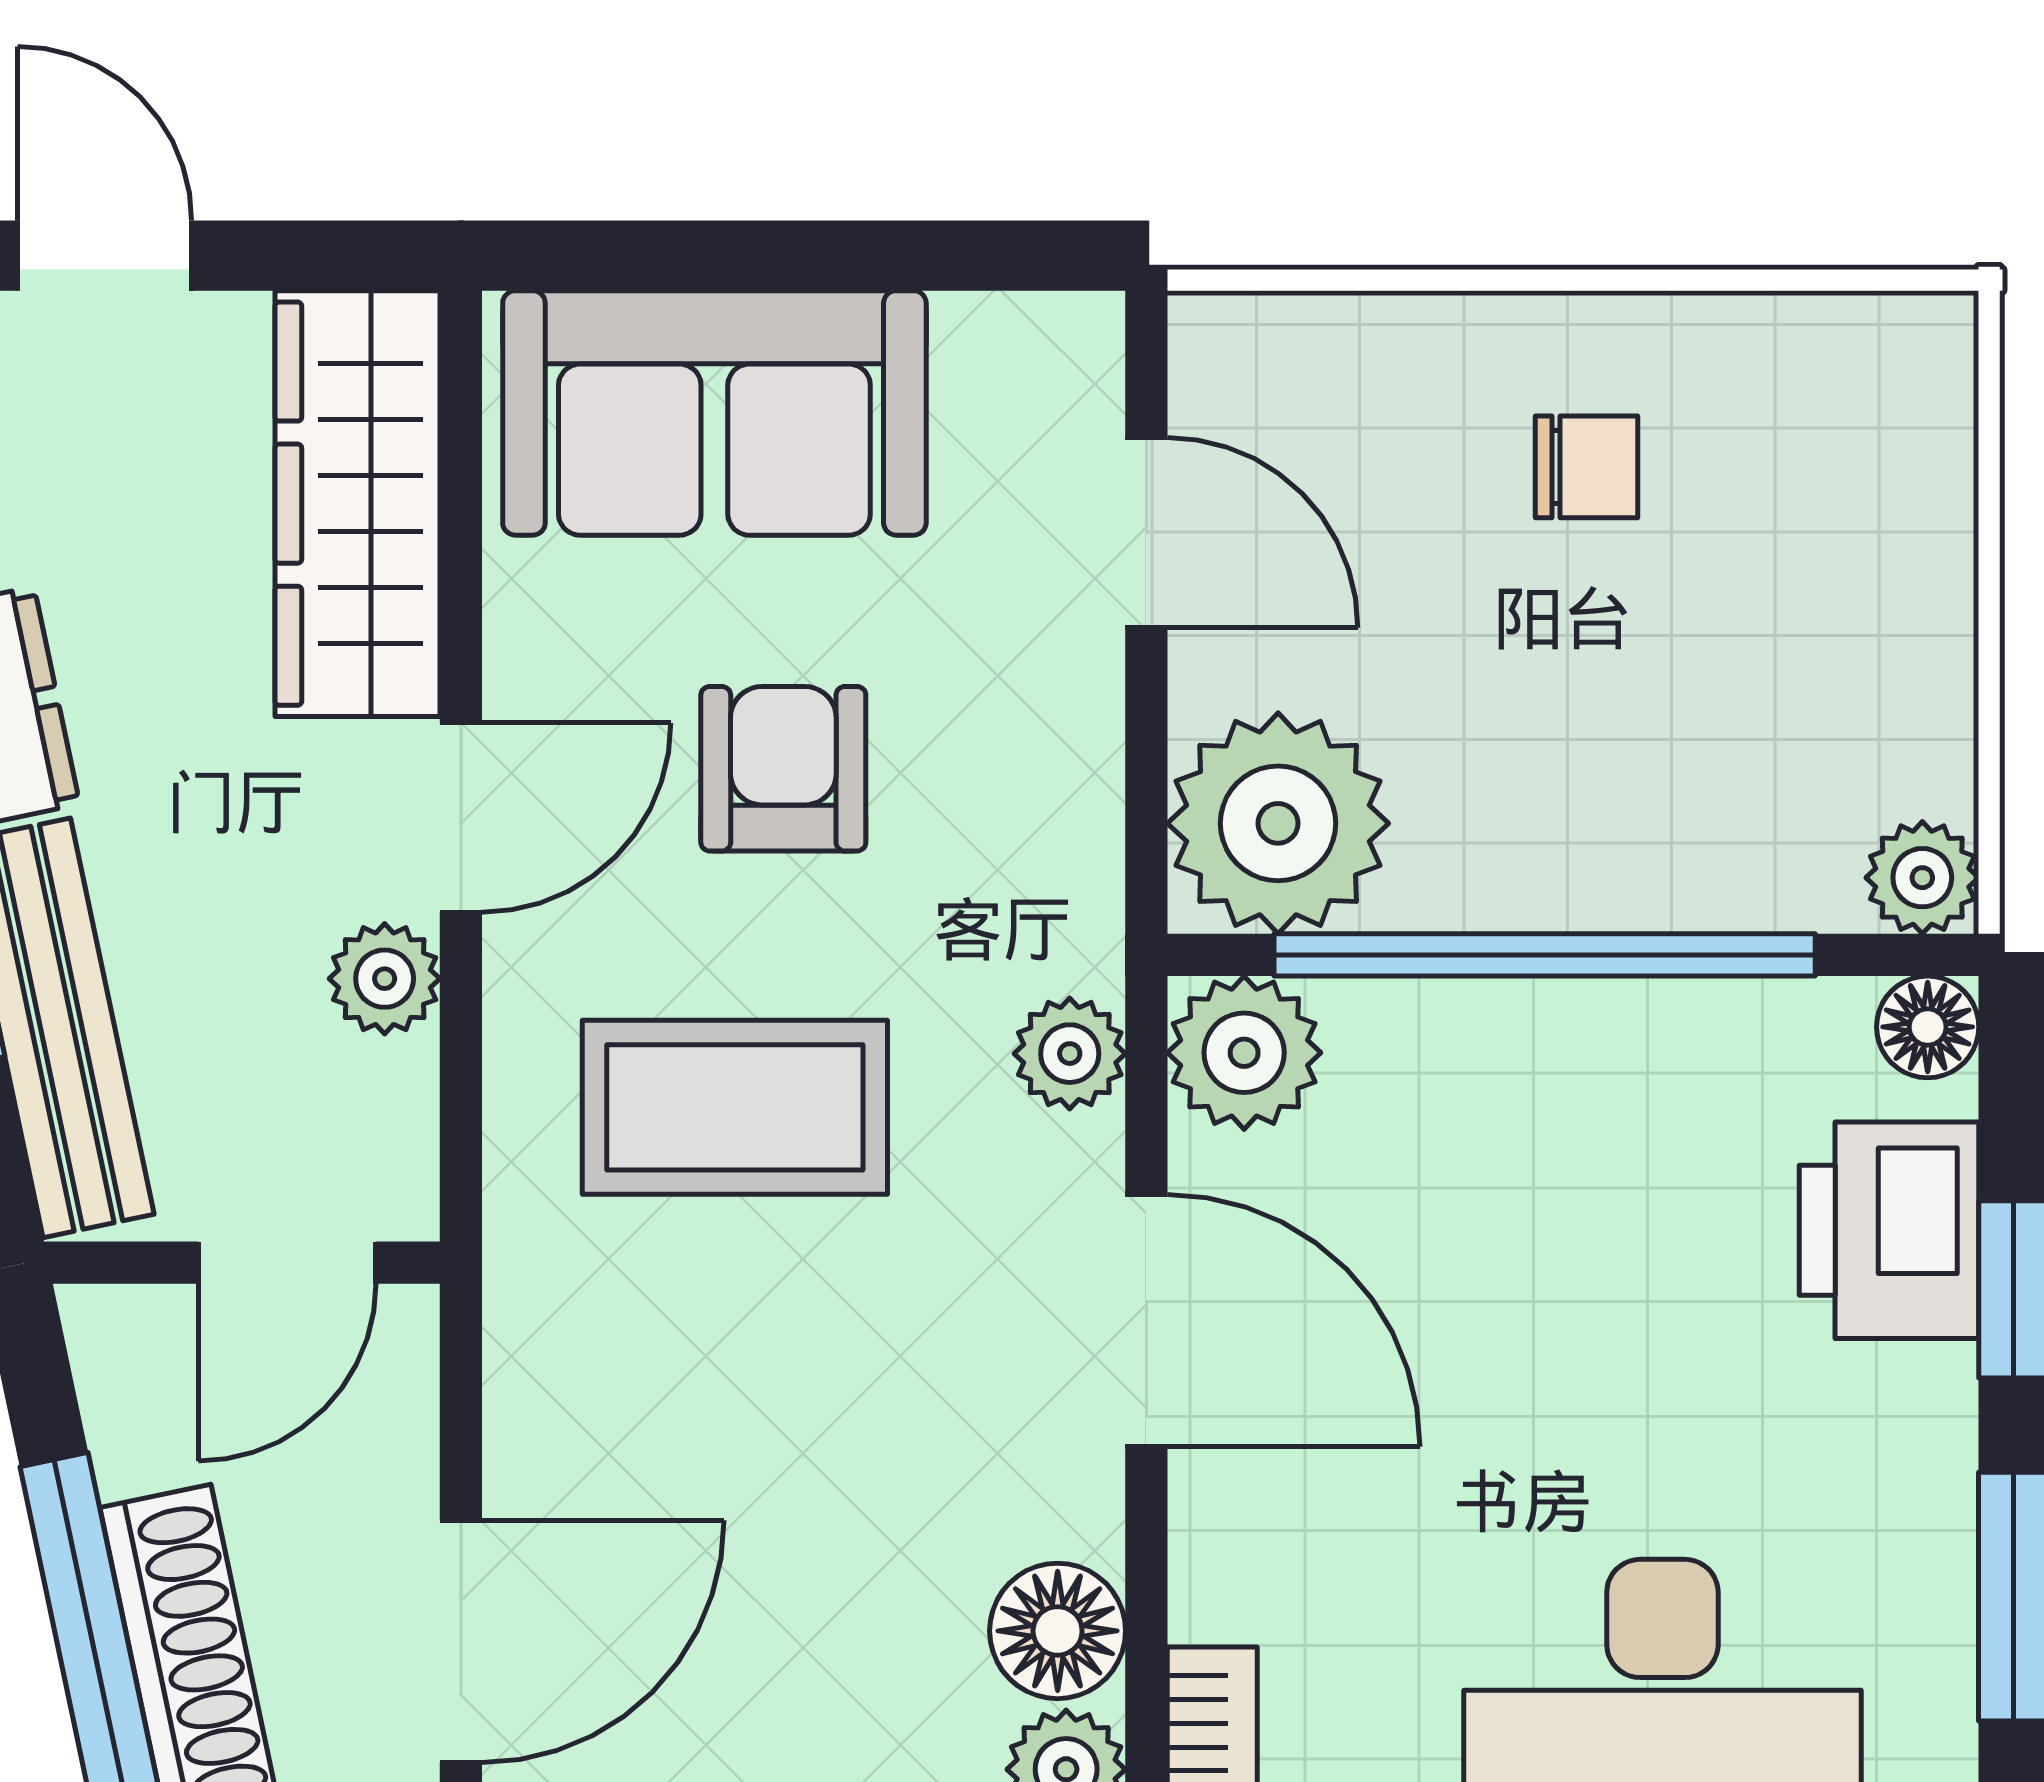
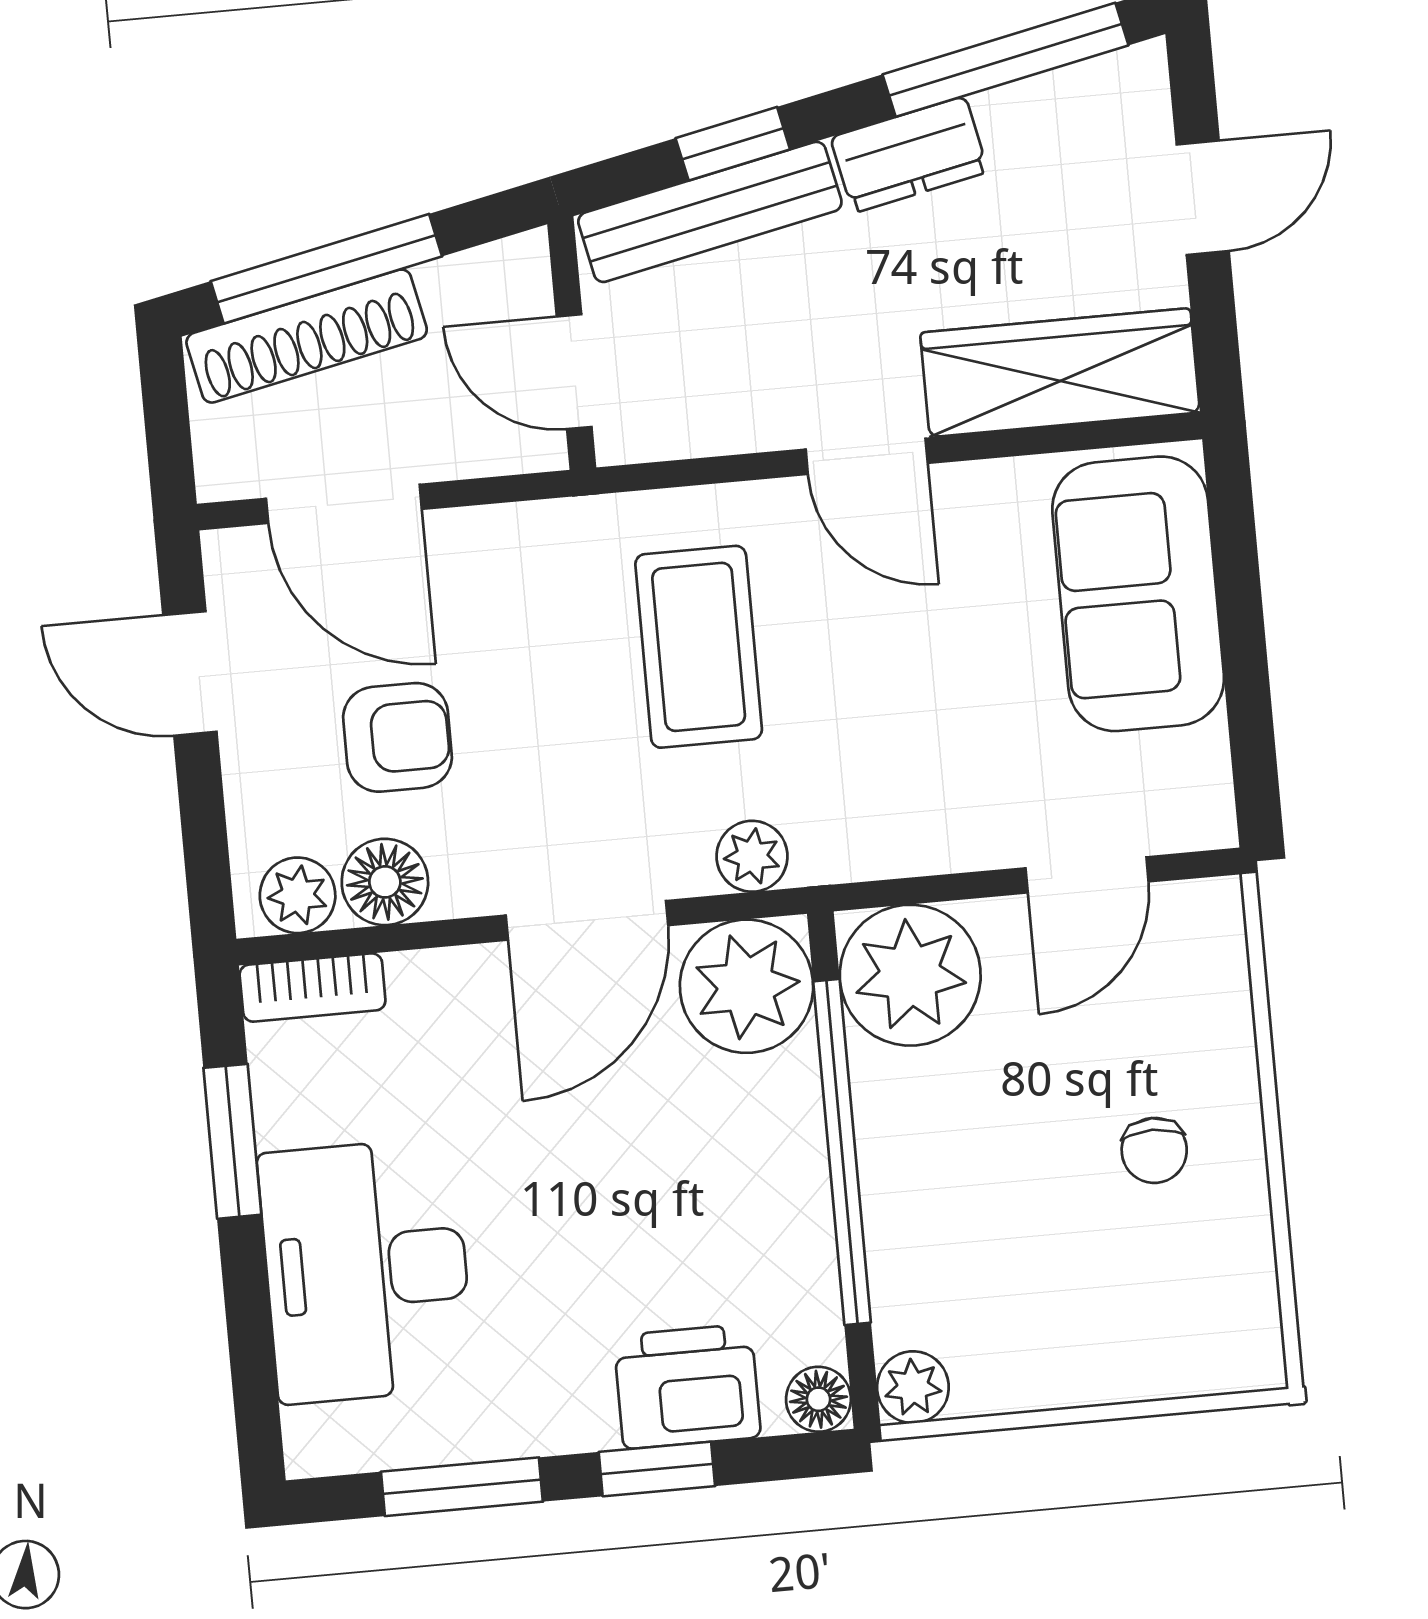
armchair: (783, 769) -> (397, 737), moved
plant: (385, 979) -> (760, 417), removed
plant: (1244, 1053) -> (747, 986), width x1.36, depth x1.36

